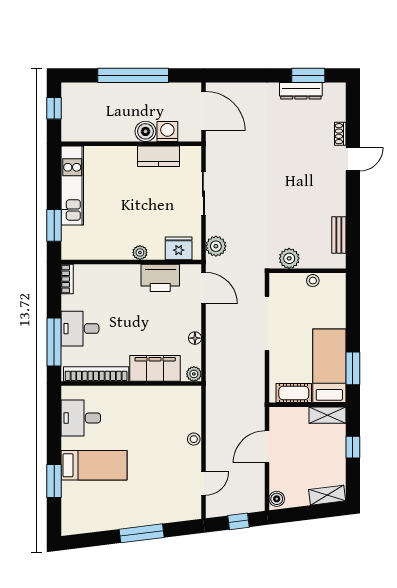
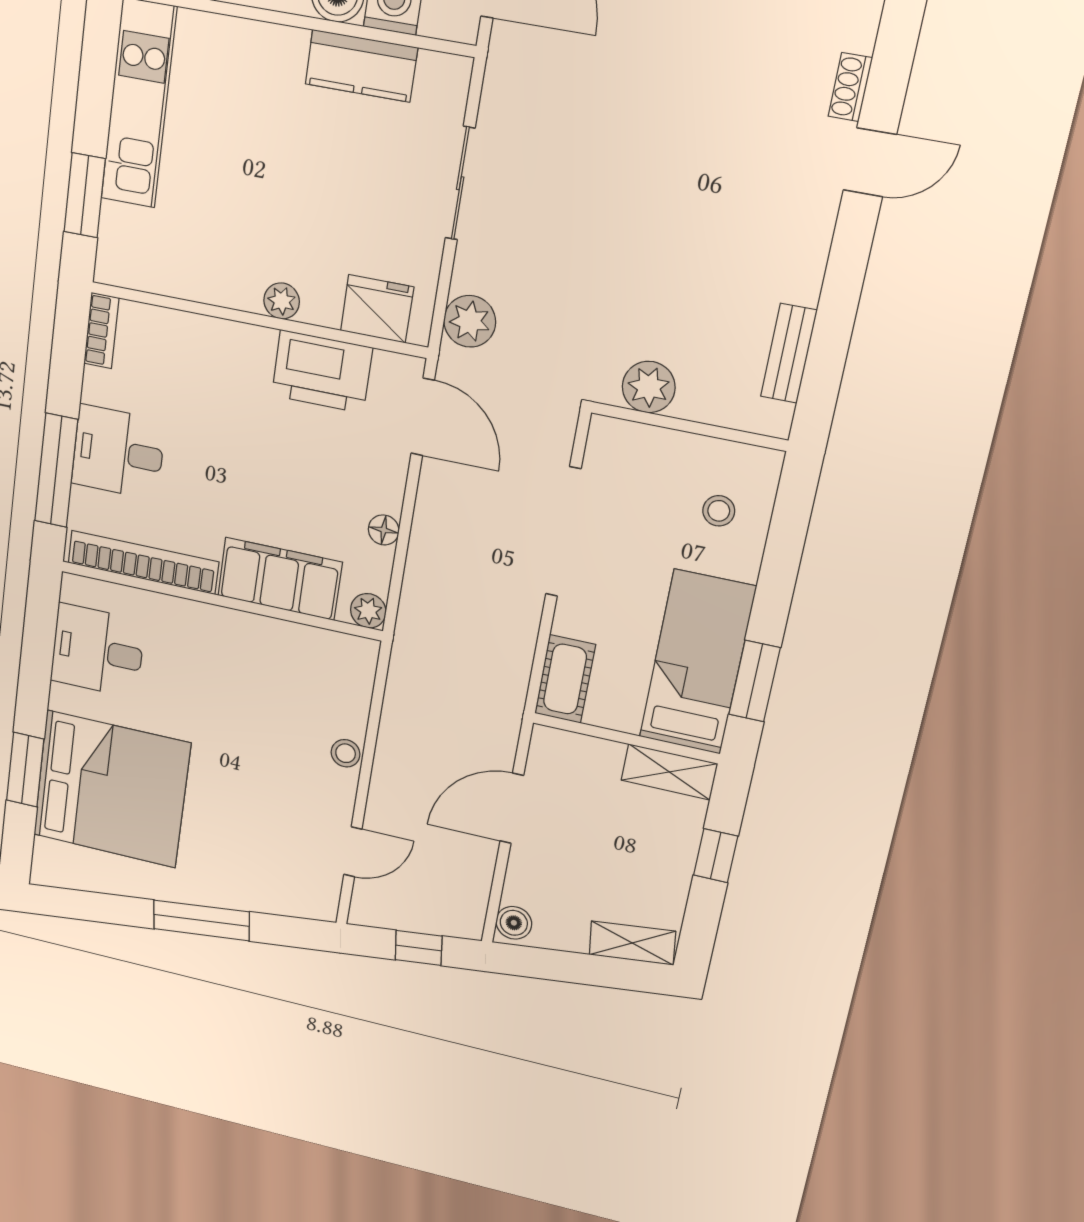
stool: (313, 281) -> (719, 511), moved
cot: (294, 393) -> (565, 679), moved, turned 90
bed: (94, 465) -> (111, 789), width x2.04

